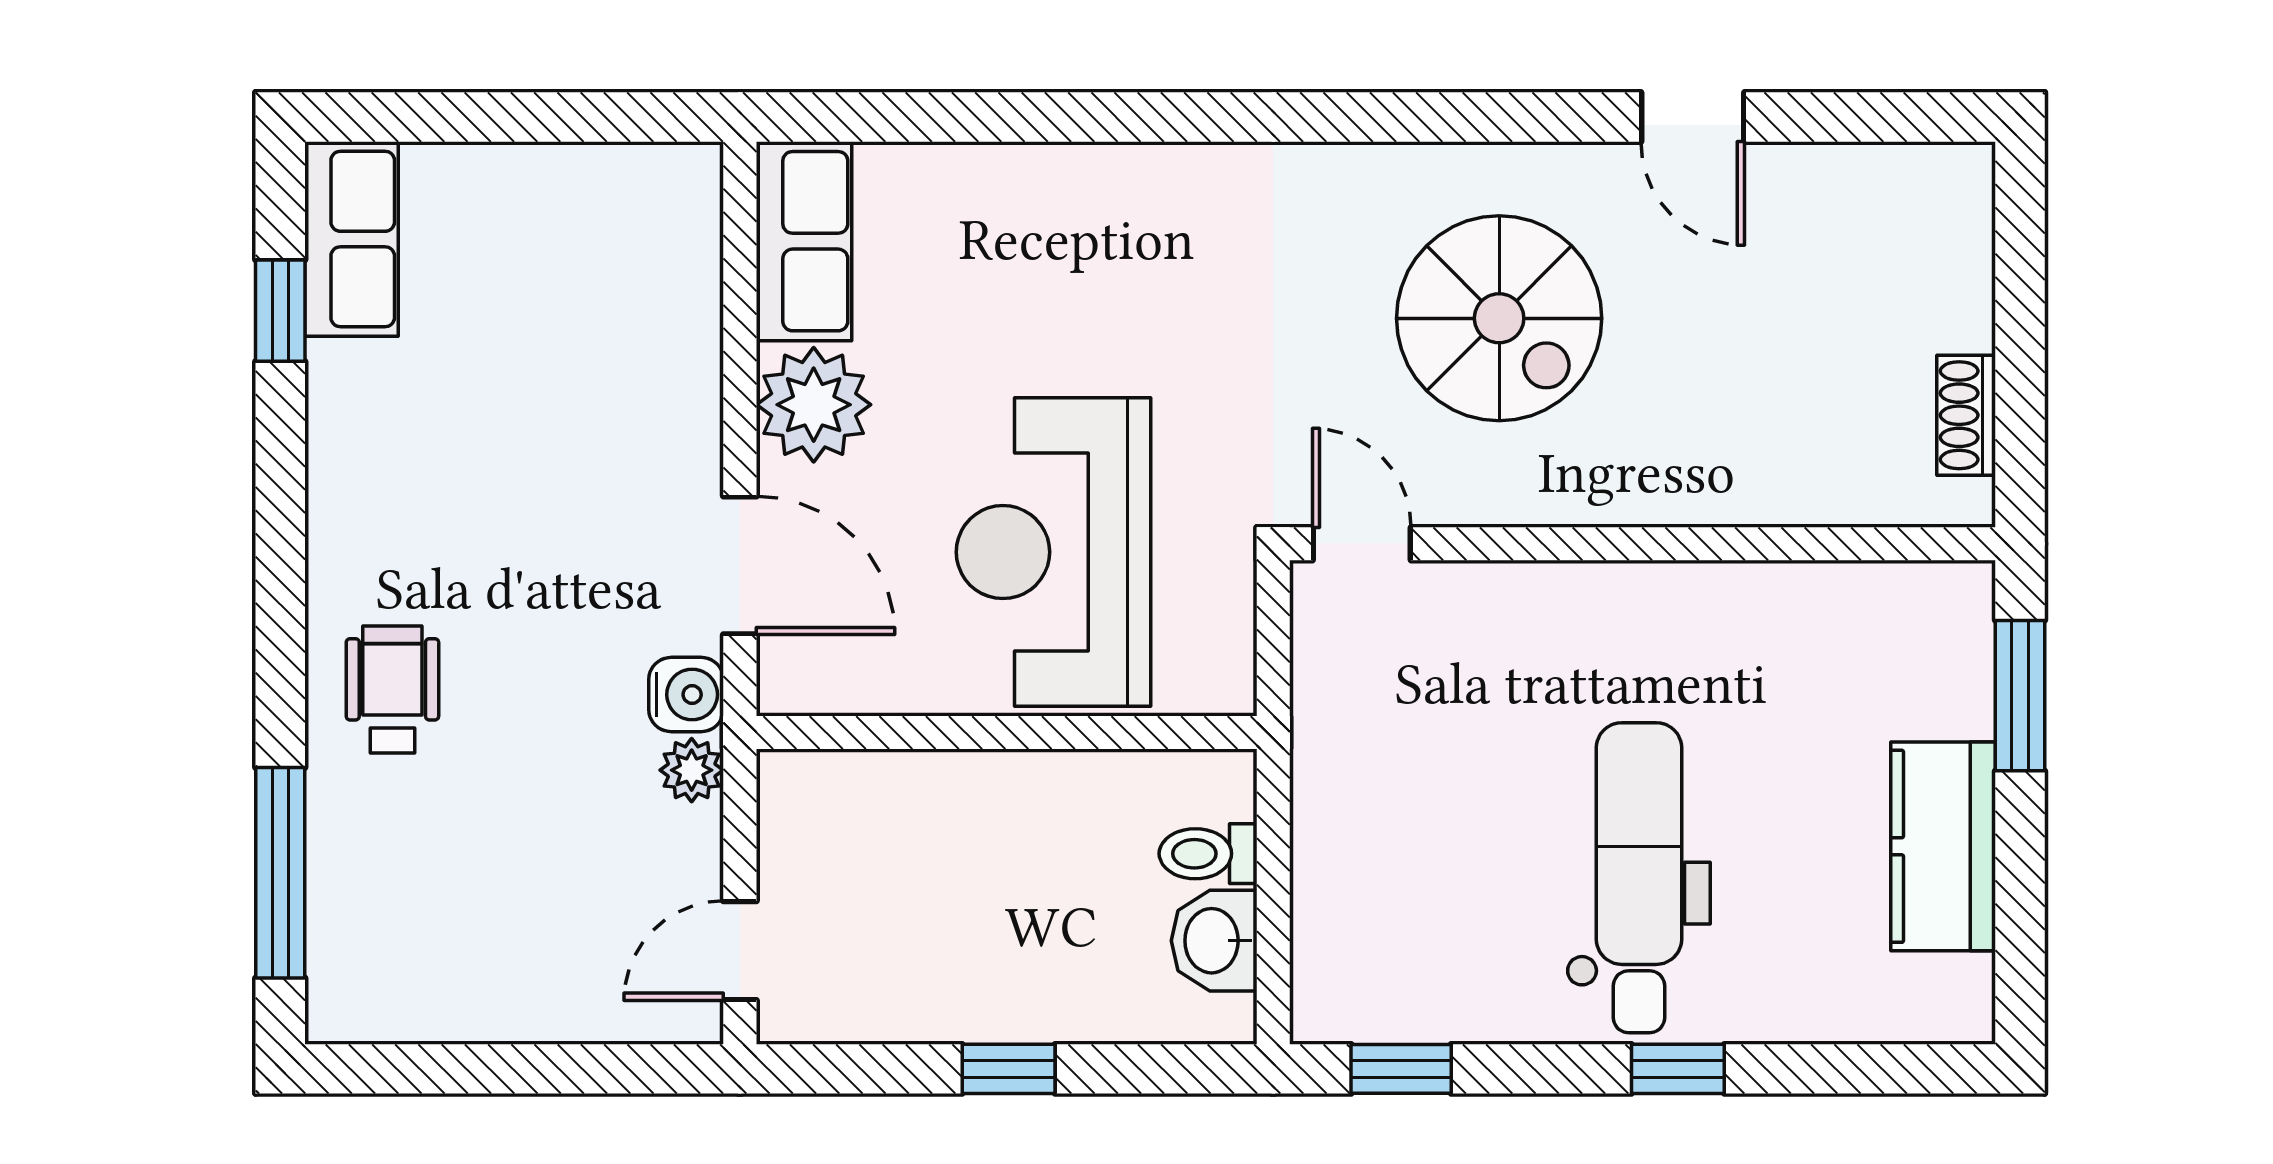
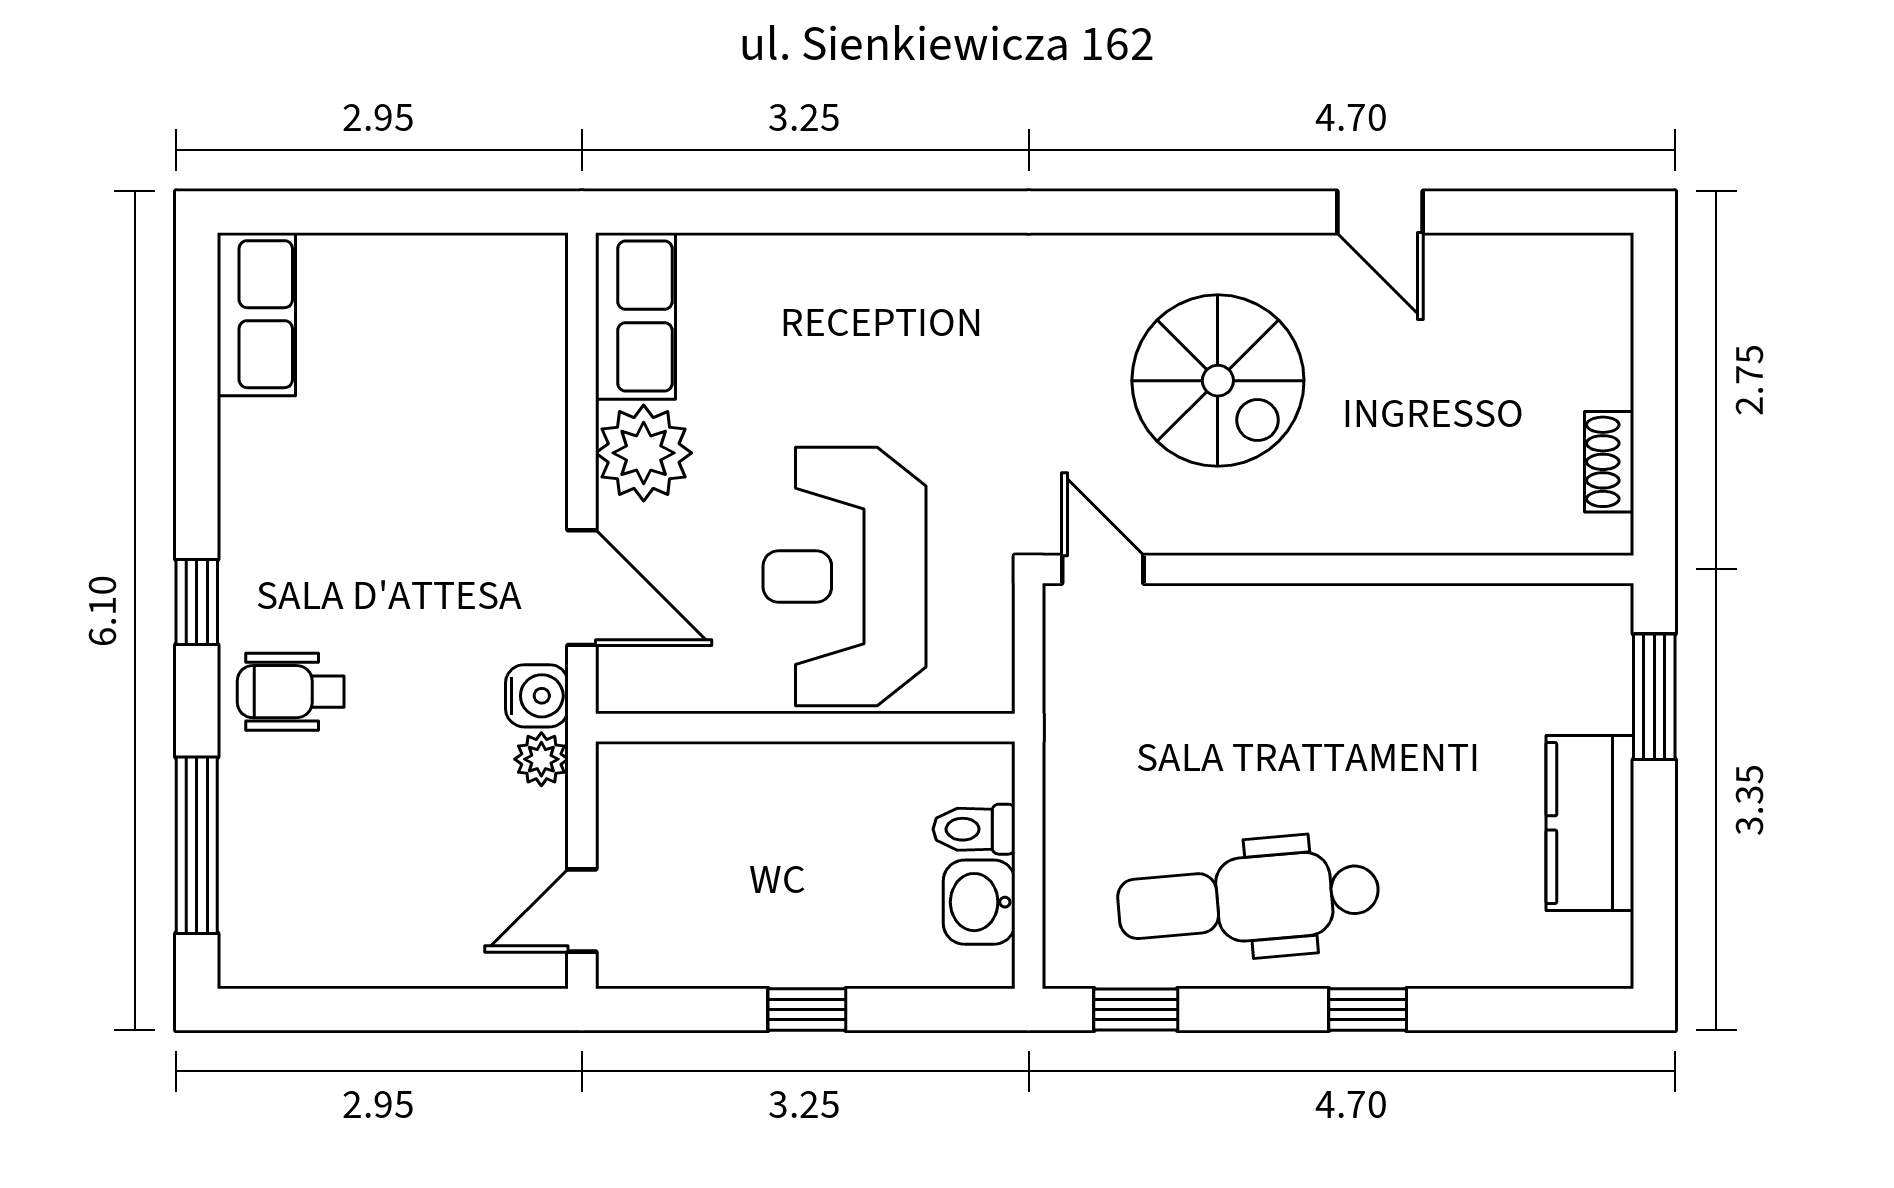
window: (280, 311) -> (197, 602), moved
wheelchair: (392, 690) -> (291, 692), turned -90
dental chair: (1639, 878) -> (1248, 899), moved, turned -95

